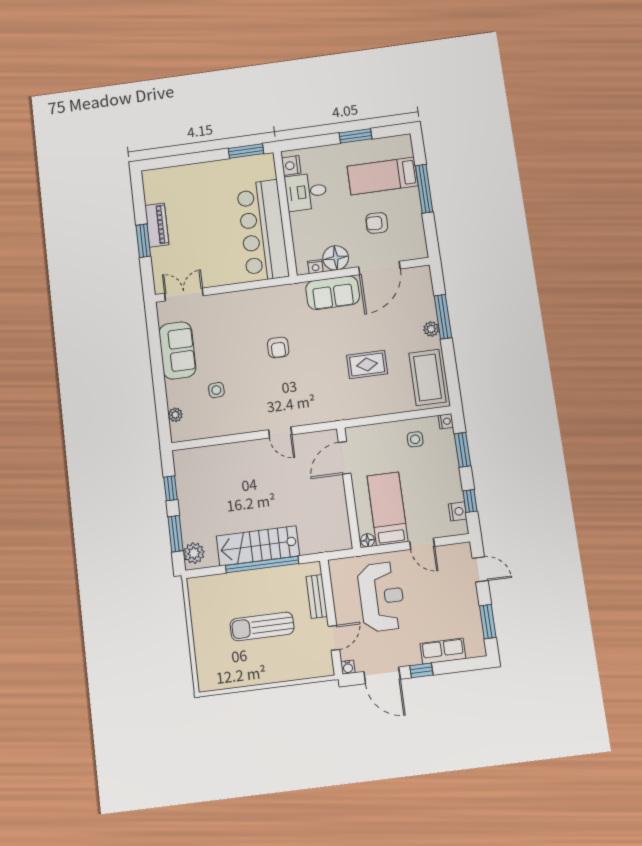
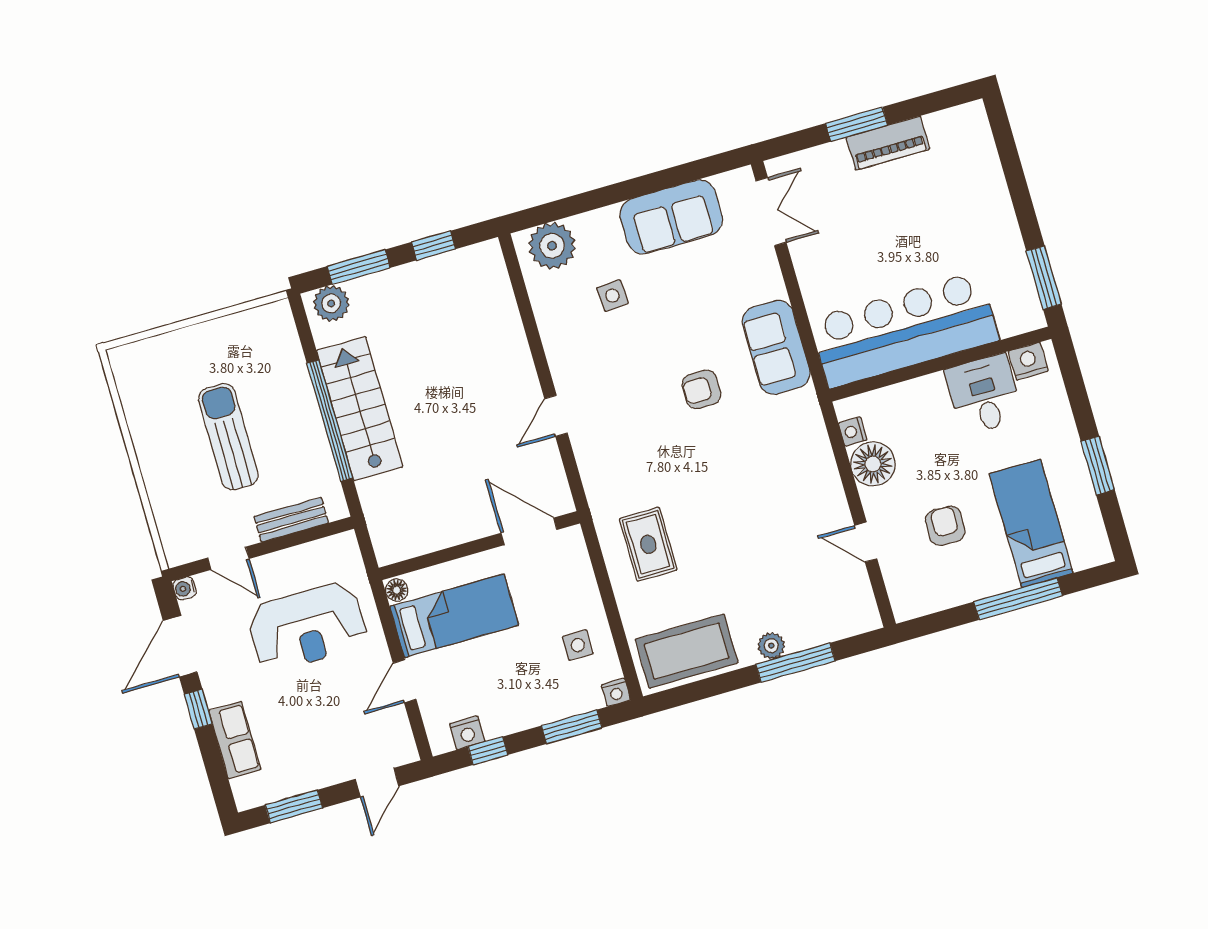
door: (379, 268) -> (866, 542), width x0.53
sofa: (333, 293) -> (776, 347), moved
rug: (367, 364) -> (648, 544), moved
plant: (175, 415) -> (552, 246), width x1.88, depth x1.88

